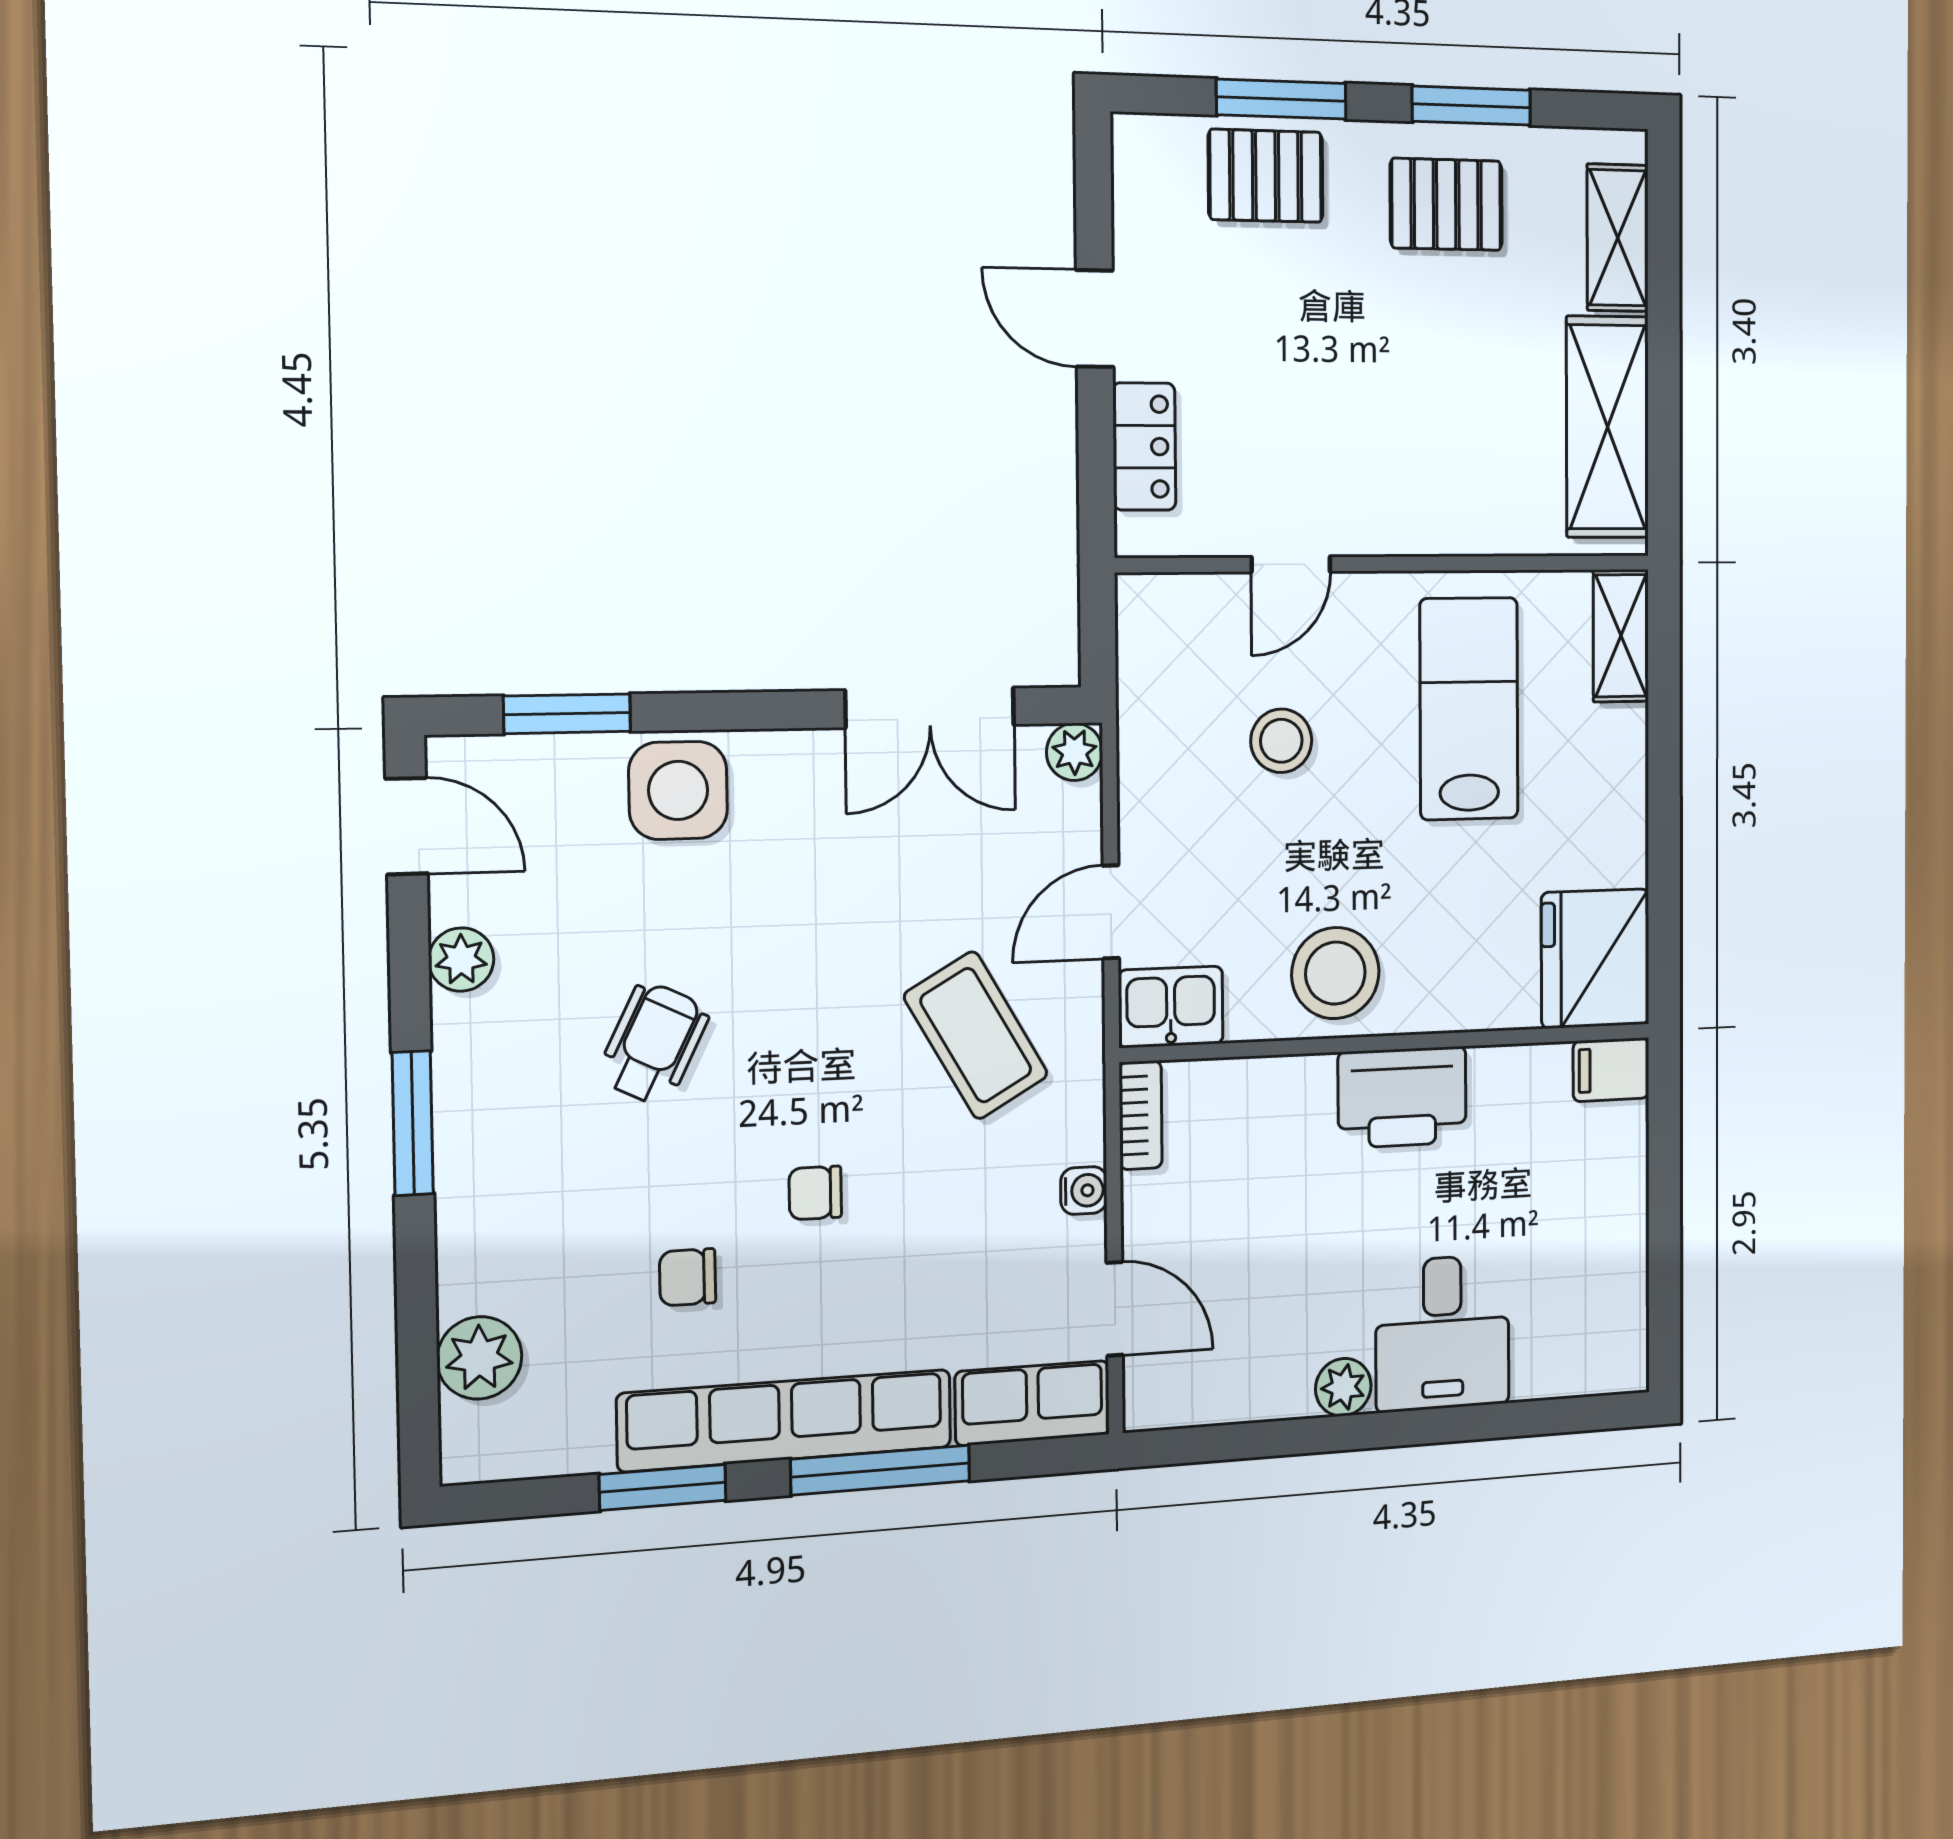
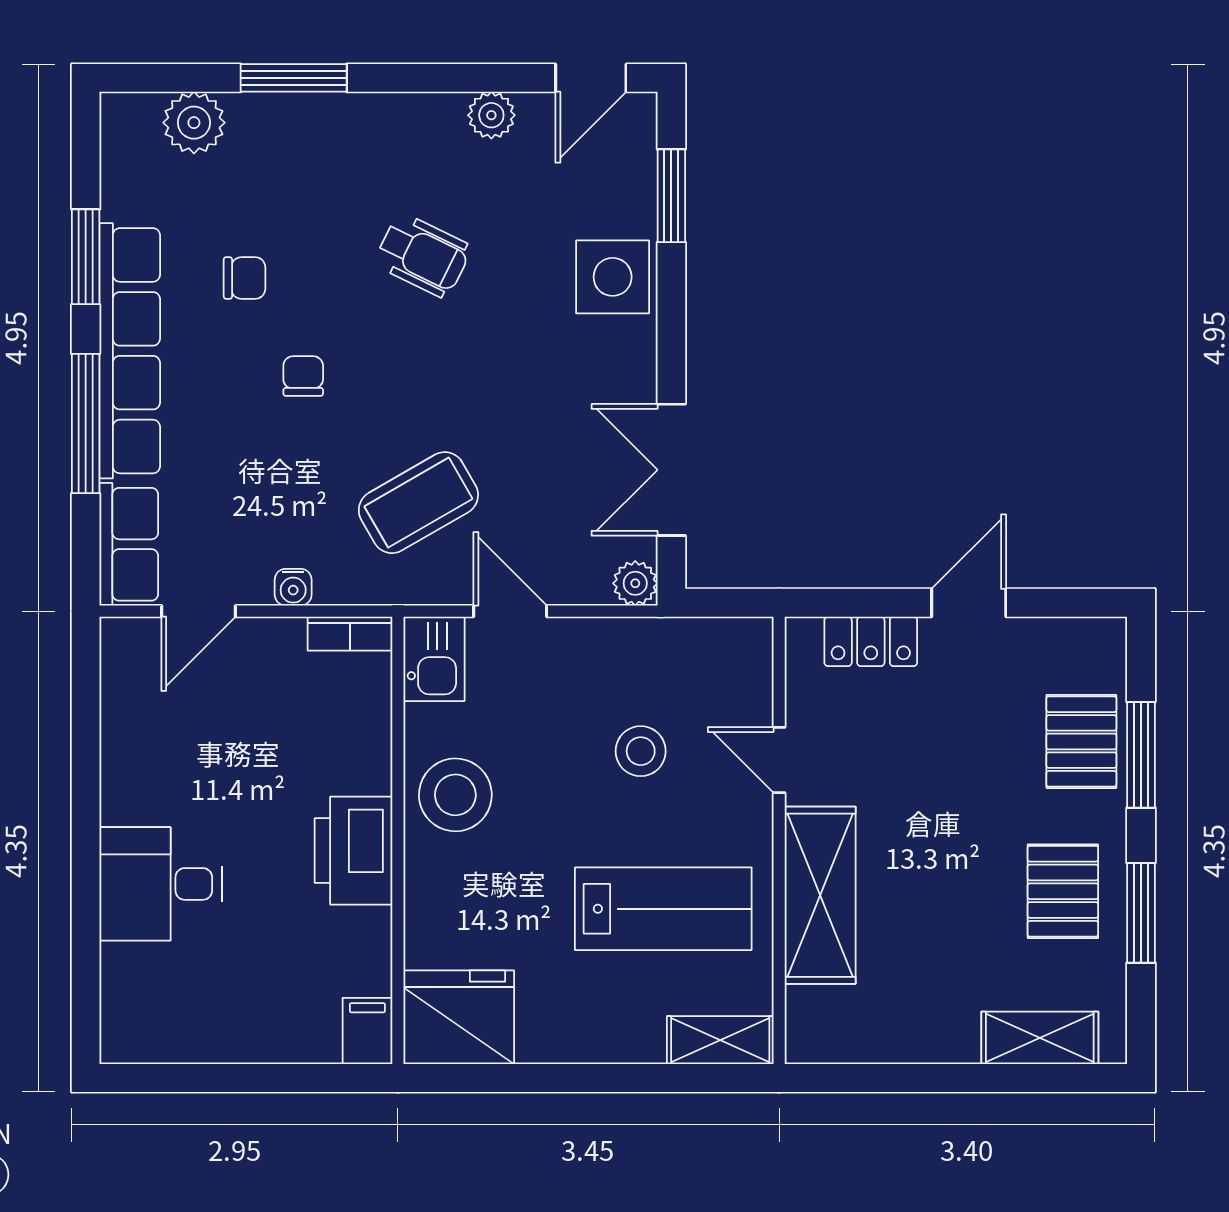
shelving: (1607, 427) -> (820, 895), moved, turned 90
window: (413, 1123) -> (294, 78), moved
chair: (688, 1277) -> (245, 278), turned 90
plant: (1343, 1387) -> (123, 799), removed

